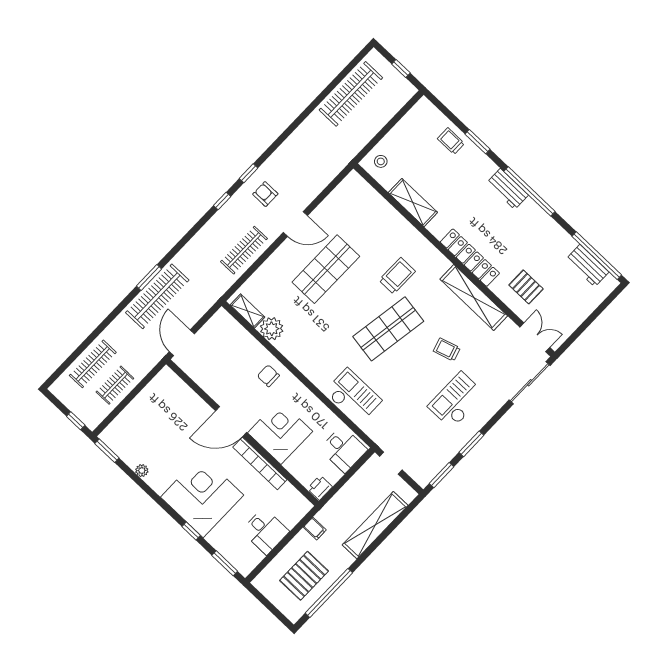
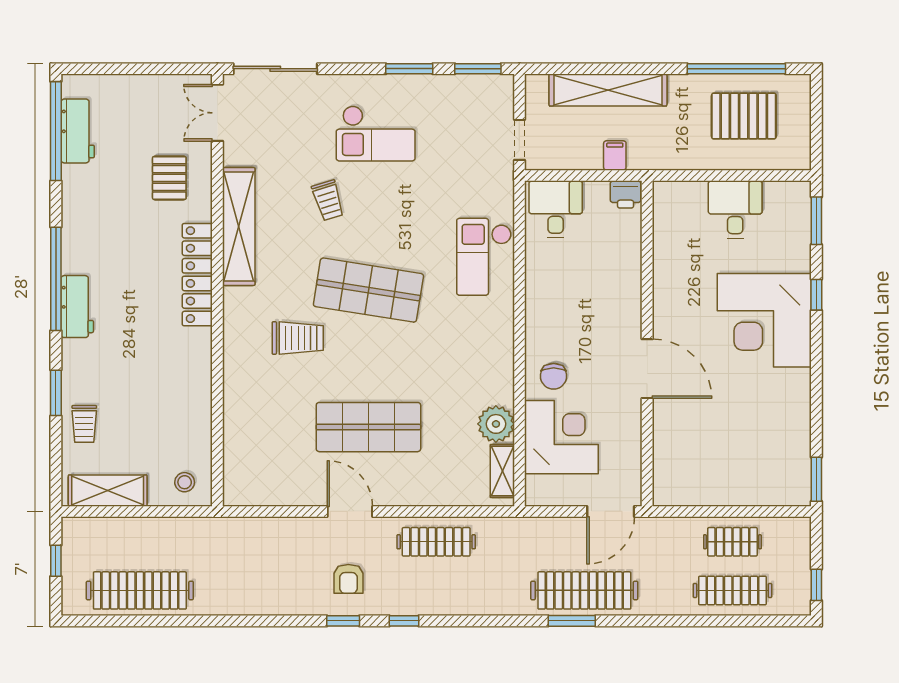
shelving: (413, 203) -> (108, 491), moved, turned 90
trolley: (397, 276) -> (298, 338), turned 180
window: (76, 421) -> (816, 585), moved
corner desk: (280, 432) -> (561, 437), moved, turned 180
bookcase: (260, 463) -> (663, 290), removed
plant: (142, 471) -> (801, 417), removed
filing cabinet: (315, 529) -> (615, 155), moved

